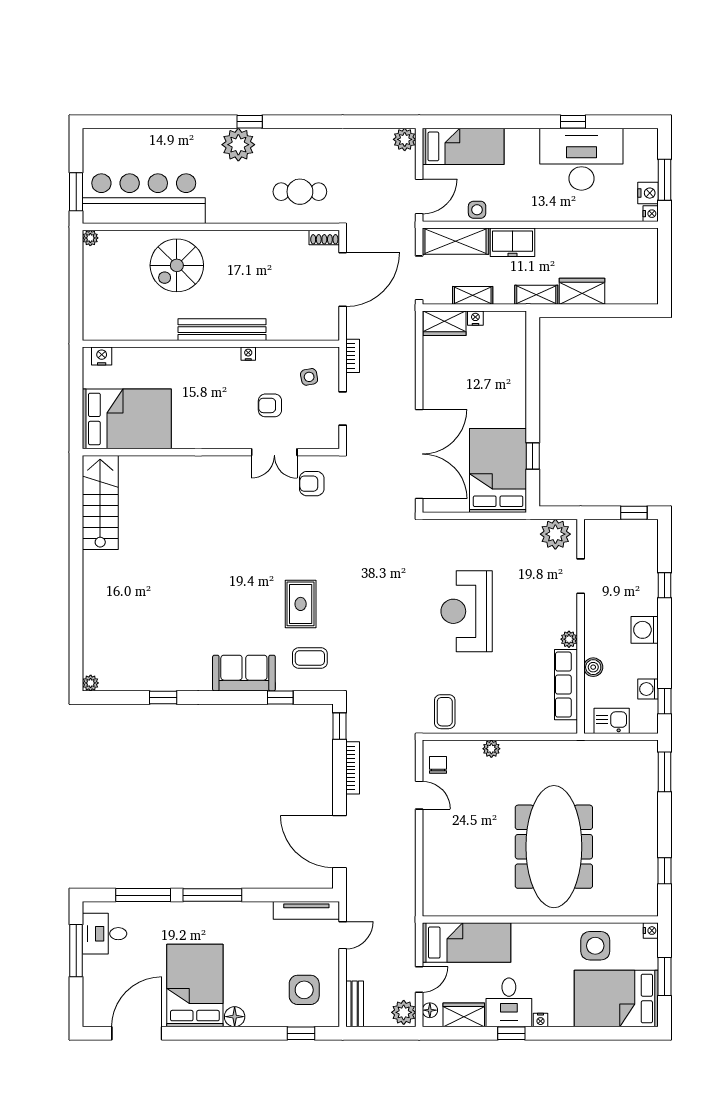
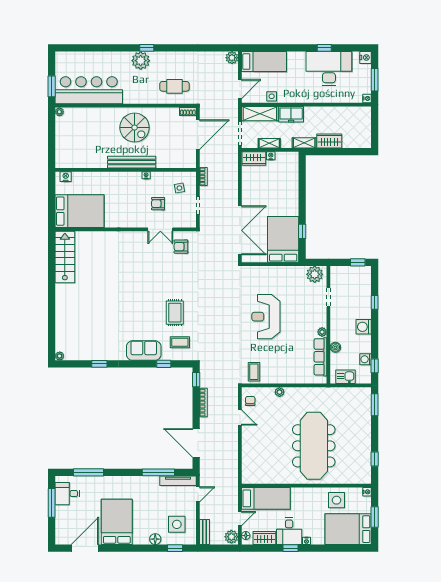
nightstand: (648, 193) -> (365, 58), moved
spiral stairs: (177, 265) -> (135, 128), moved, turned -90
window: (212, 895) -> (158, 472), moved
floor lamp: (235, 1017) -> (155, 539), moved

